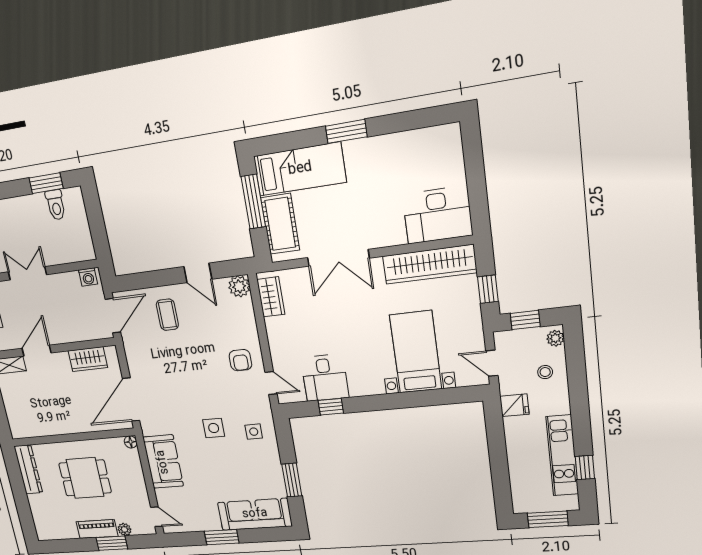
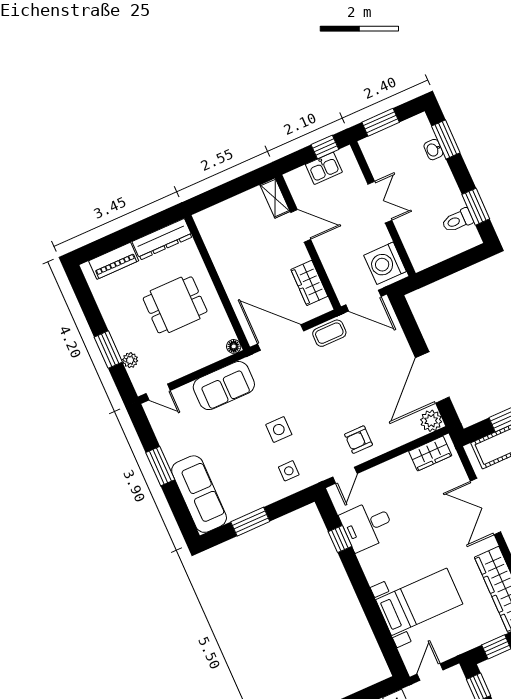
door: (198, 273) -> (432, 377), width x1.88
washing machine: (88, 277) -> (385, 263), width x1.89, depth x1.89
coffee table: (167, 315) -> (329, 333), moved
dining table: (85, 478) -> (175, 305), turned 90
door: (157, 517) -> (158, 392), hinge flipped
piano: (97, 529) -> (114, 261), moved, turned 90

